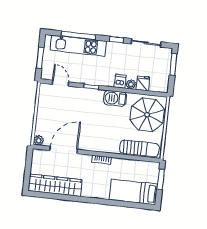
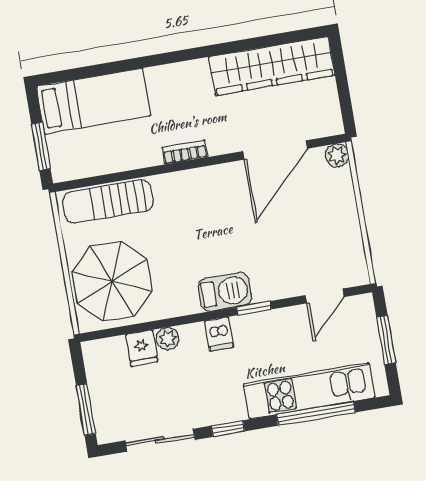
dishwasher: (120, 81) -> (219, 334), moved
door: (61, 83) -> (325, 296), hinge flipped
barbecue: (115, 98) -> (225, 292), moved

